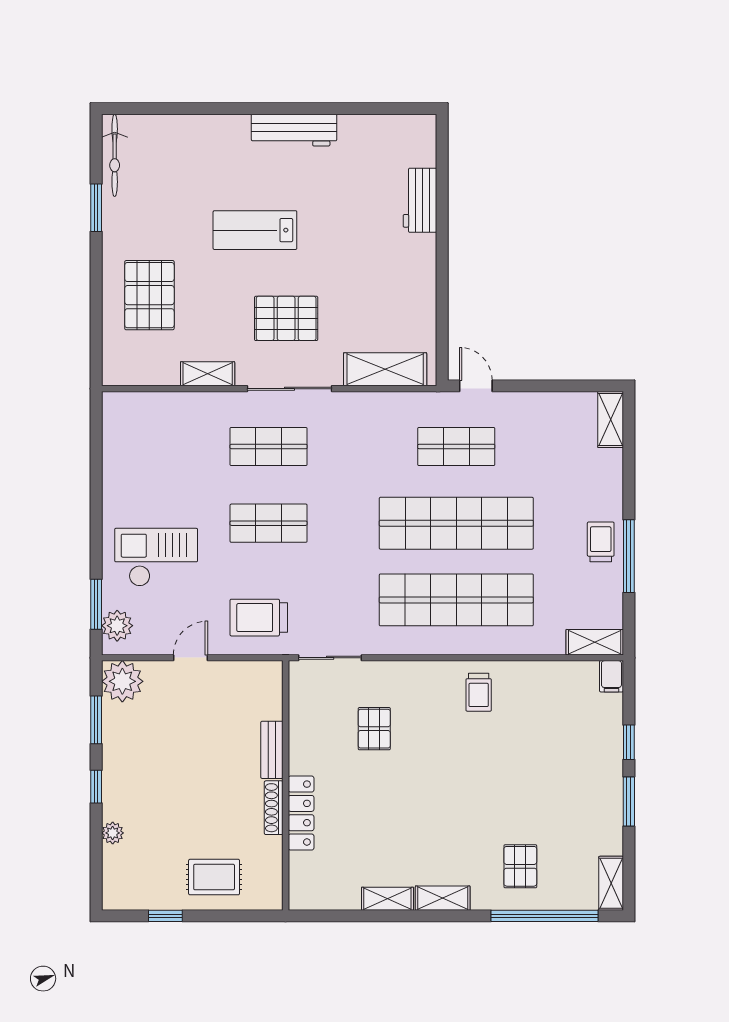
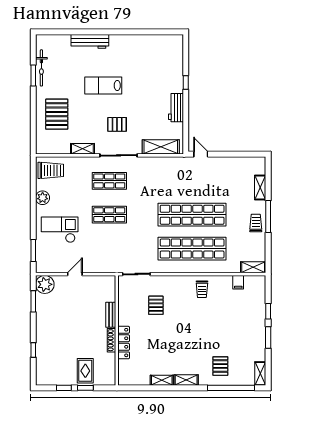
workbench: (294, 130) -> (90, 41), moved
bicycle: (115, 155) -> (41, 68), moved
workbench: (420, 200) -> (176, 108), moved
window: (442, 223) -> (186, 82), added
pallet: (286, 318) -> (117, 124), width x0.67, depth x0.71
shelving: (611, 420) -> (260, 187), moved
shop shelf: (456, 447) -> (192, 181), removed
window: (629, 556) -> (268, 217), moved
trolley: (259, 618) -> (51, 170), moved, turned 180
plant: (117, 626) -> (43, 198), moved
filing cabinet: (611, 676) -> (238, 282), moved
window: (96, 787) -> (33, 350), moved
plant: (113, 833) -> (41, 351), removed
rug: (214, 877) -> (85, 371), turned 90
window: (214, 916) -> (85, 388), added

